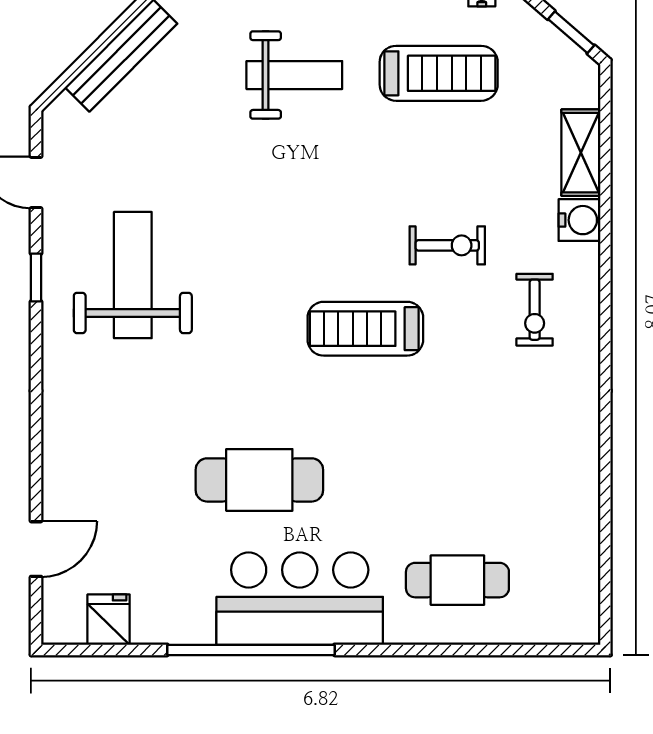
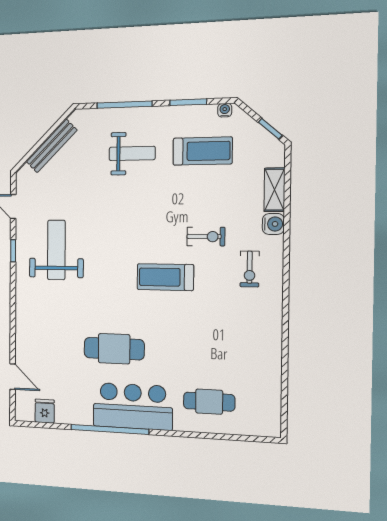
door: (36, 549) -> (13, 377), hinge flipped

